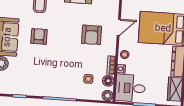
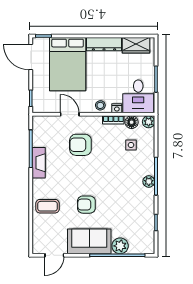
armchair: (92, 35) -> (80, 145), turned 180
plant: (55, 92) -> (149, 181), added

